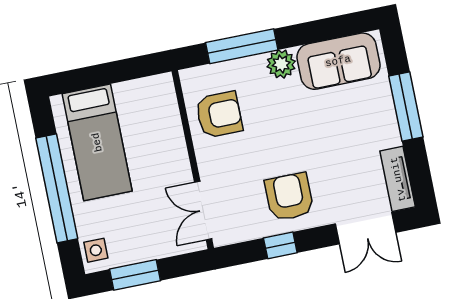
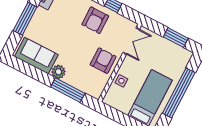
armchair: (219, 115) -> (103, 61), moved, turned 90
side table: (96, 250) -> (121, 81), moved

